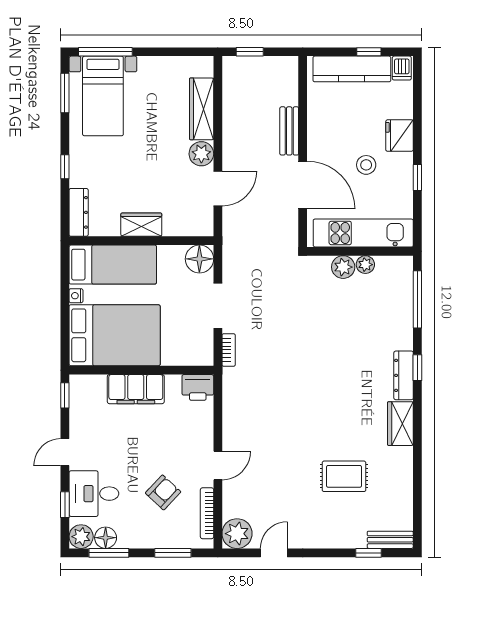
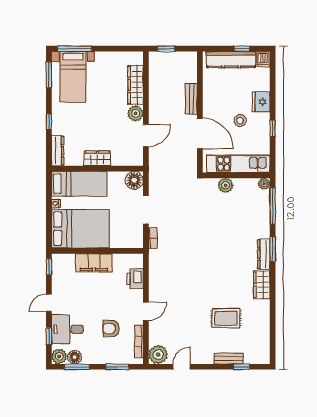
plant: (365, 265) -> (264, 184), moved
window: (417, 368) -> (273, 249), width x1.50
printer: (198, 387) -> (135, 279), moved, turned 90
armchair: (163, 492) -> (111, 328), turned -133
bench: (390, 540) -> (229, 359), moved

